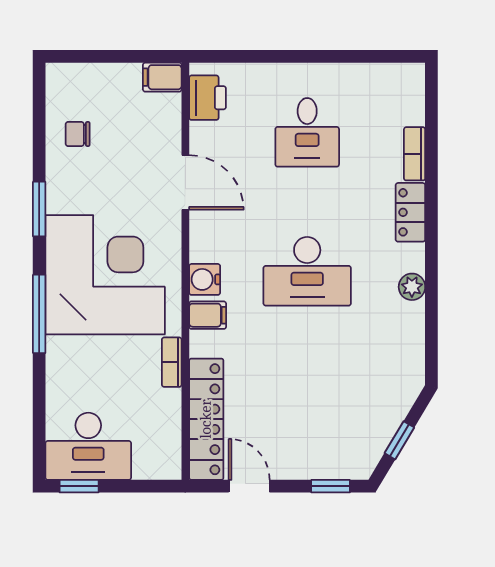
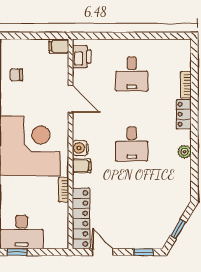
desk: (307, 271) -> (132, 144), width x0.73

